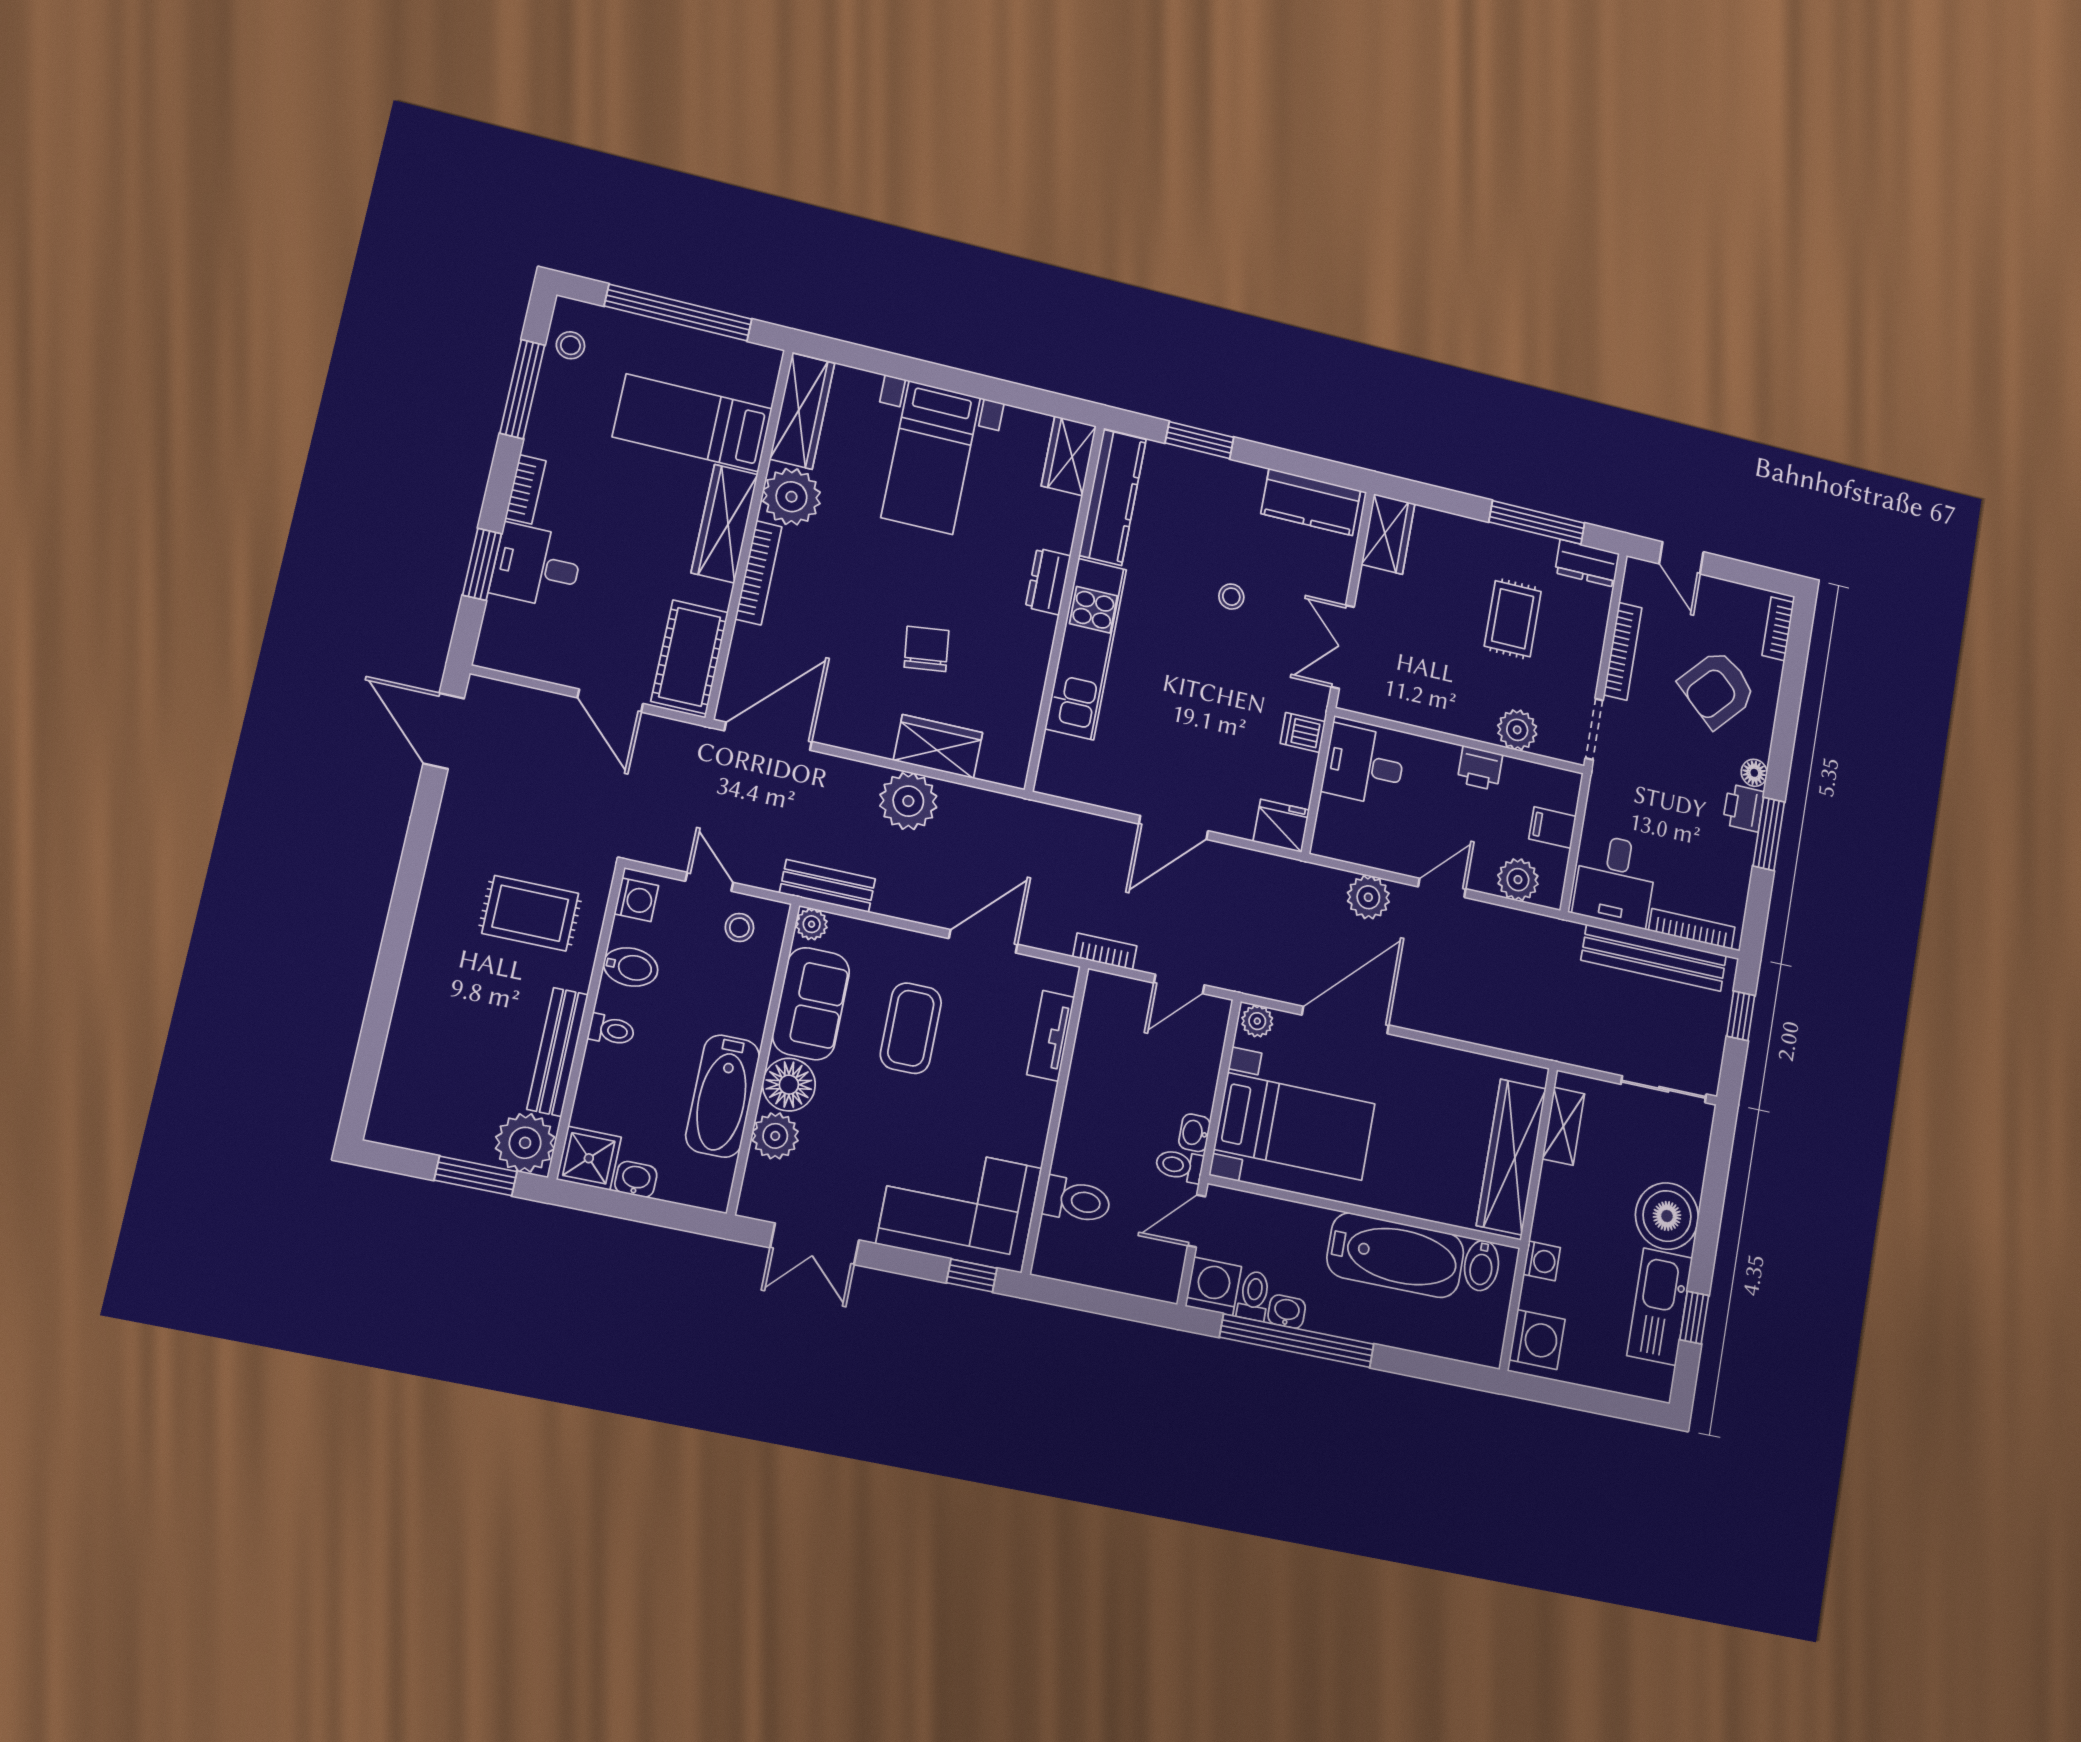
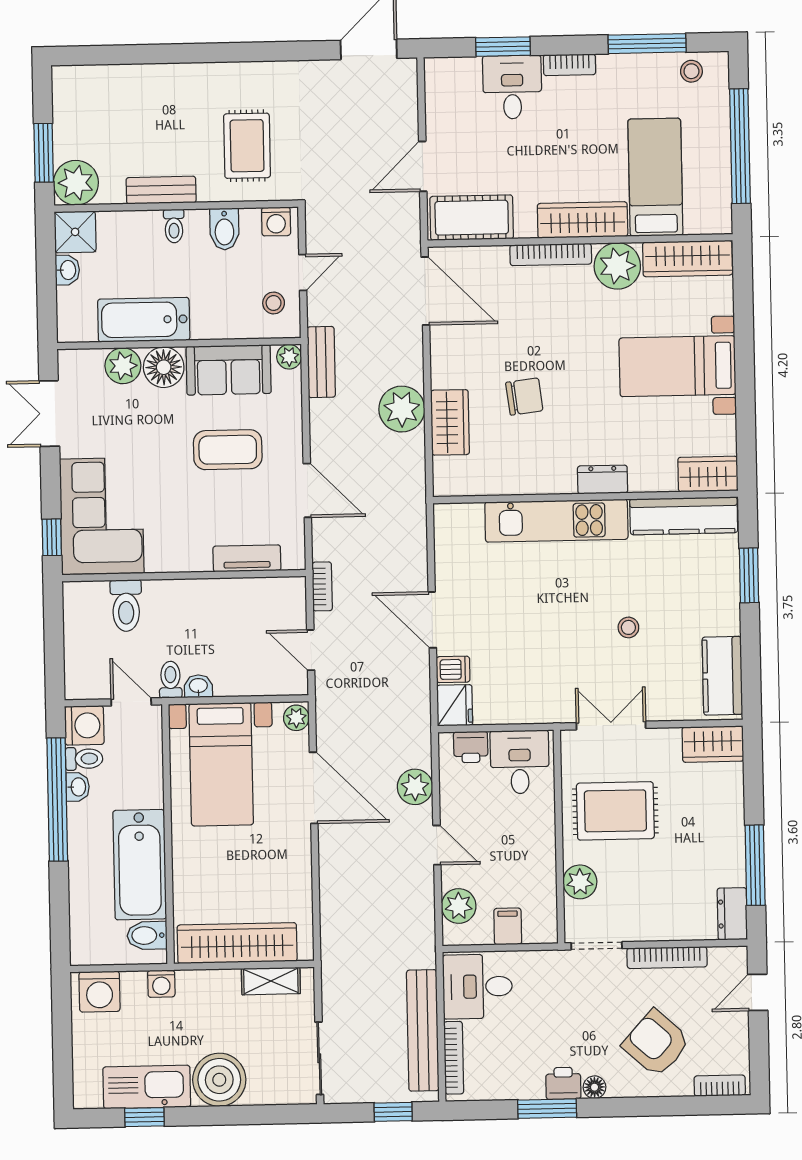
rug: (1513, 619) -> (615, 811), moved, width x1.36, depth x1.43
dishwasher: (1303, 733) -> (453, 669), moved, turned 90
printer: (1480, 768) -> (471, 747), moved, turned -90
bench: (558, 1052) -> (161, 190), width x0.73

